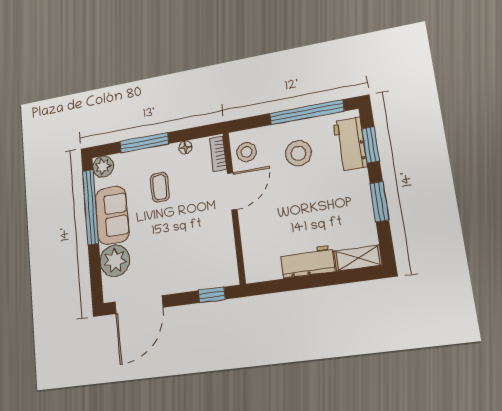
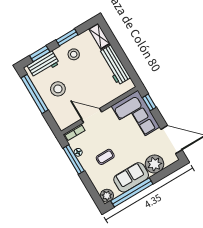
window: (144, 143) -> (74, 159), moved
stool: (246, 152) -> (74, 54), moved
corner sofa: (199, 262) -> (136, 116), added
workbench: (307, 262) -> (114, 65), width x1.37

